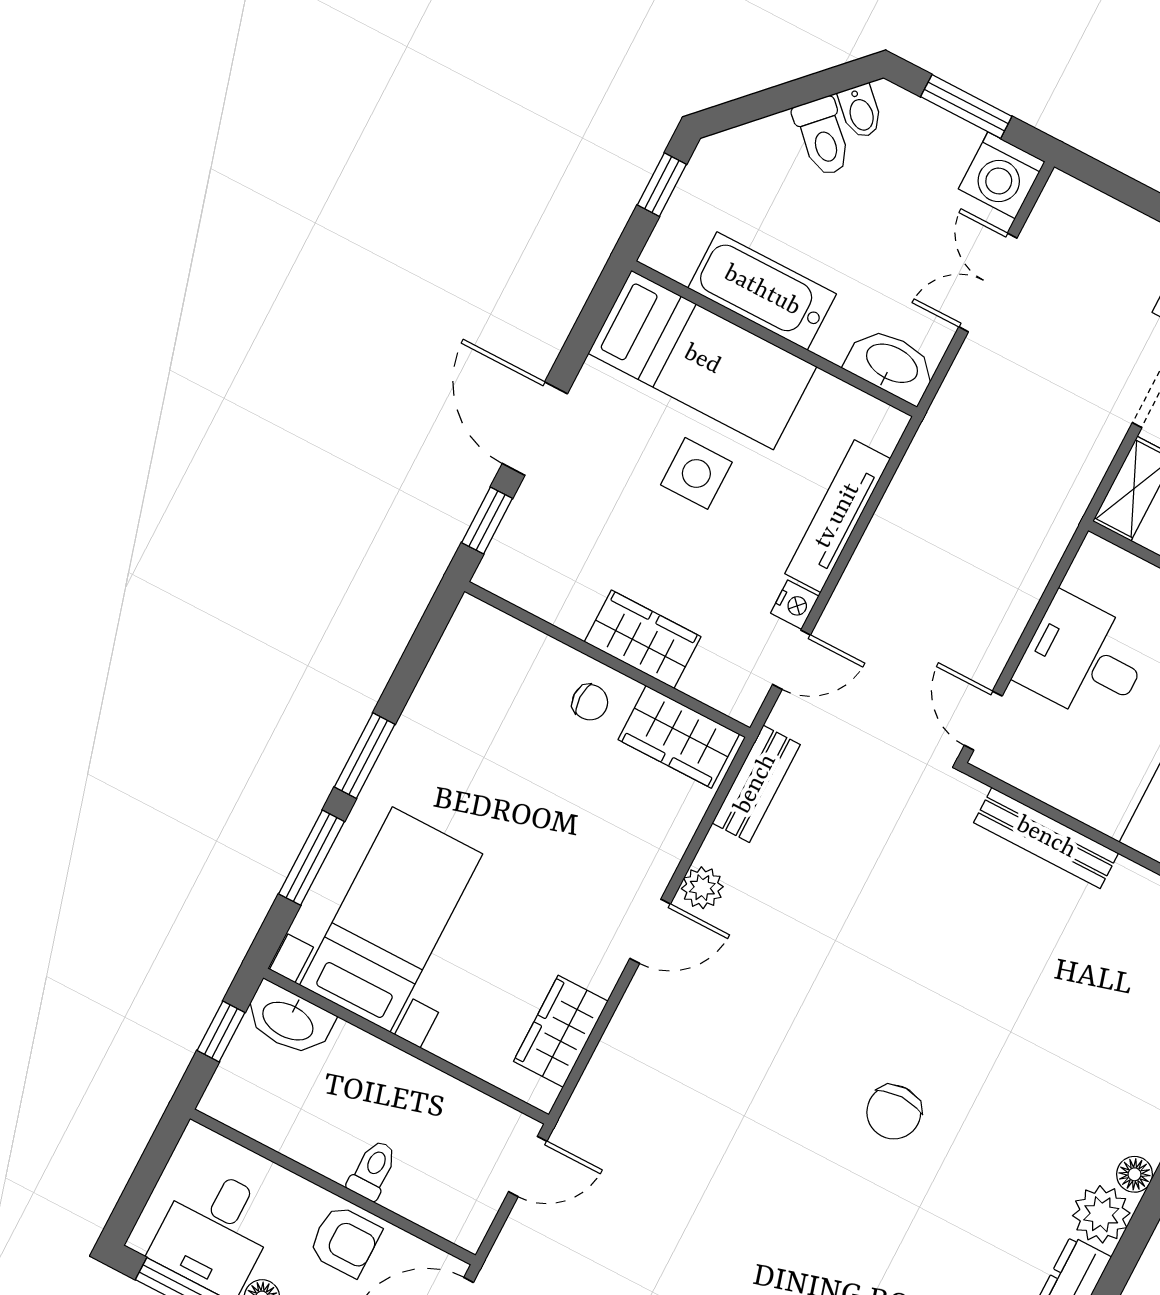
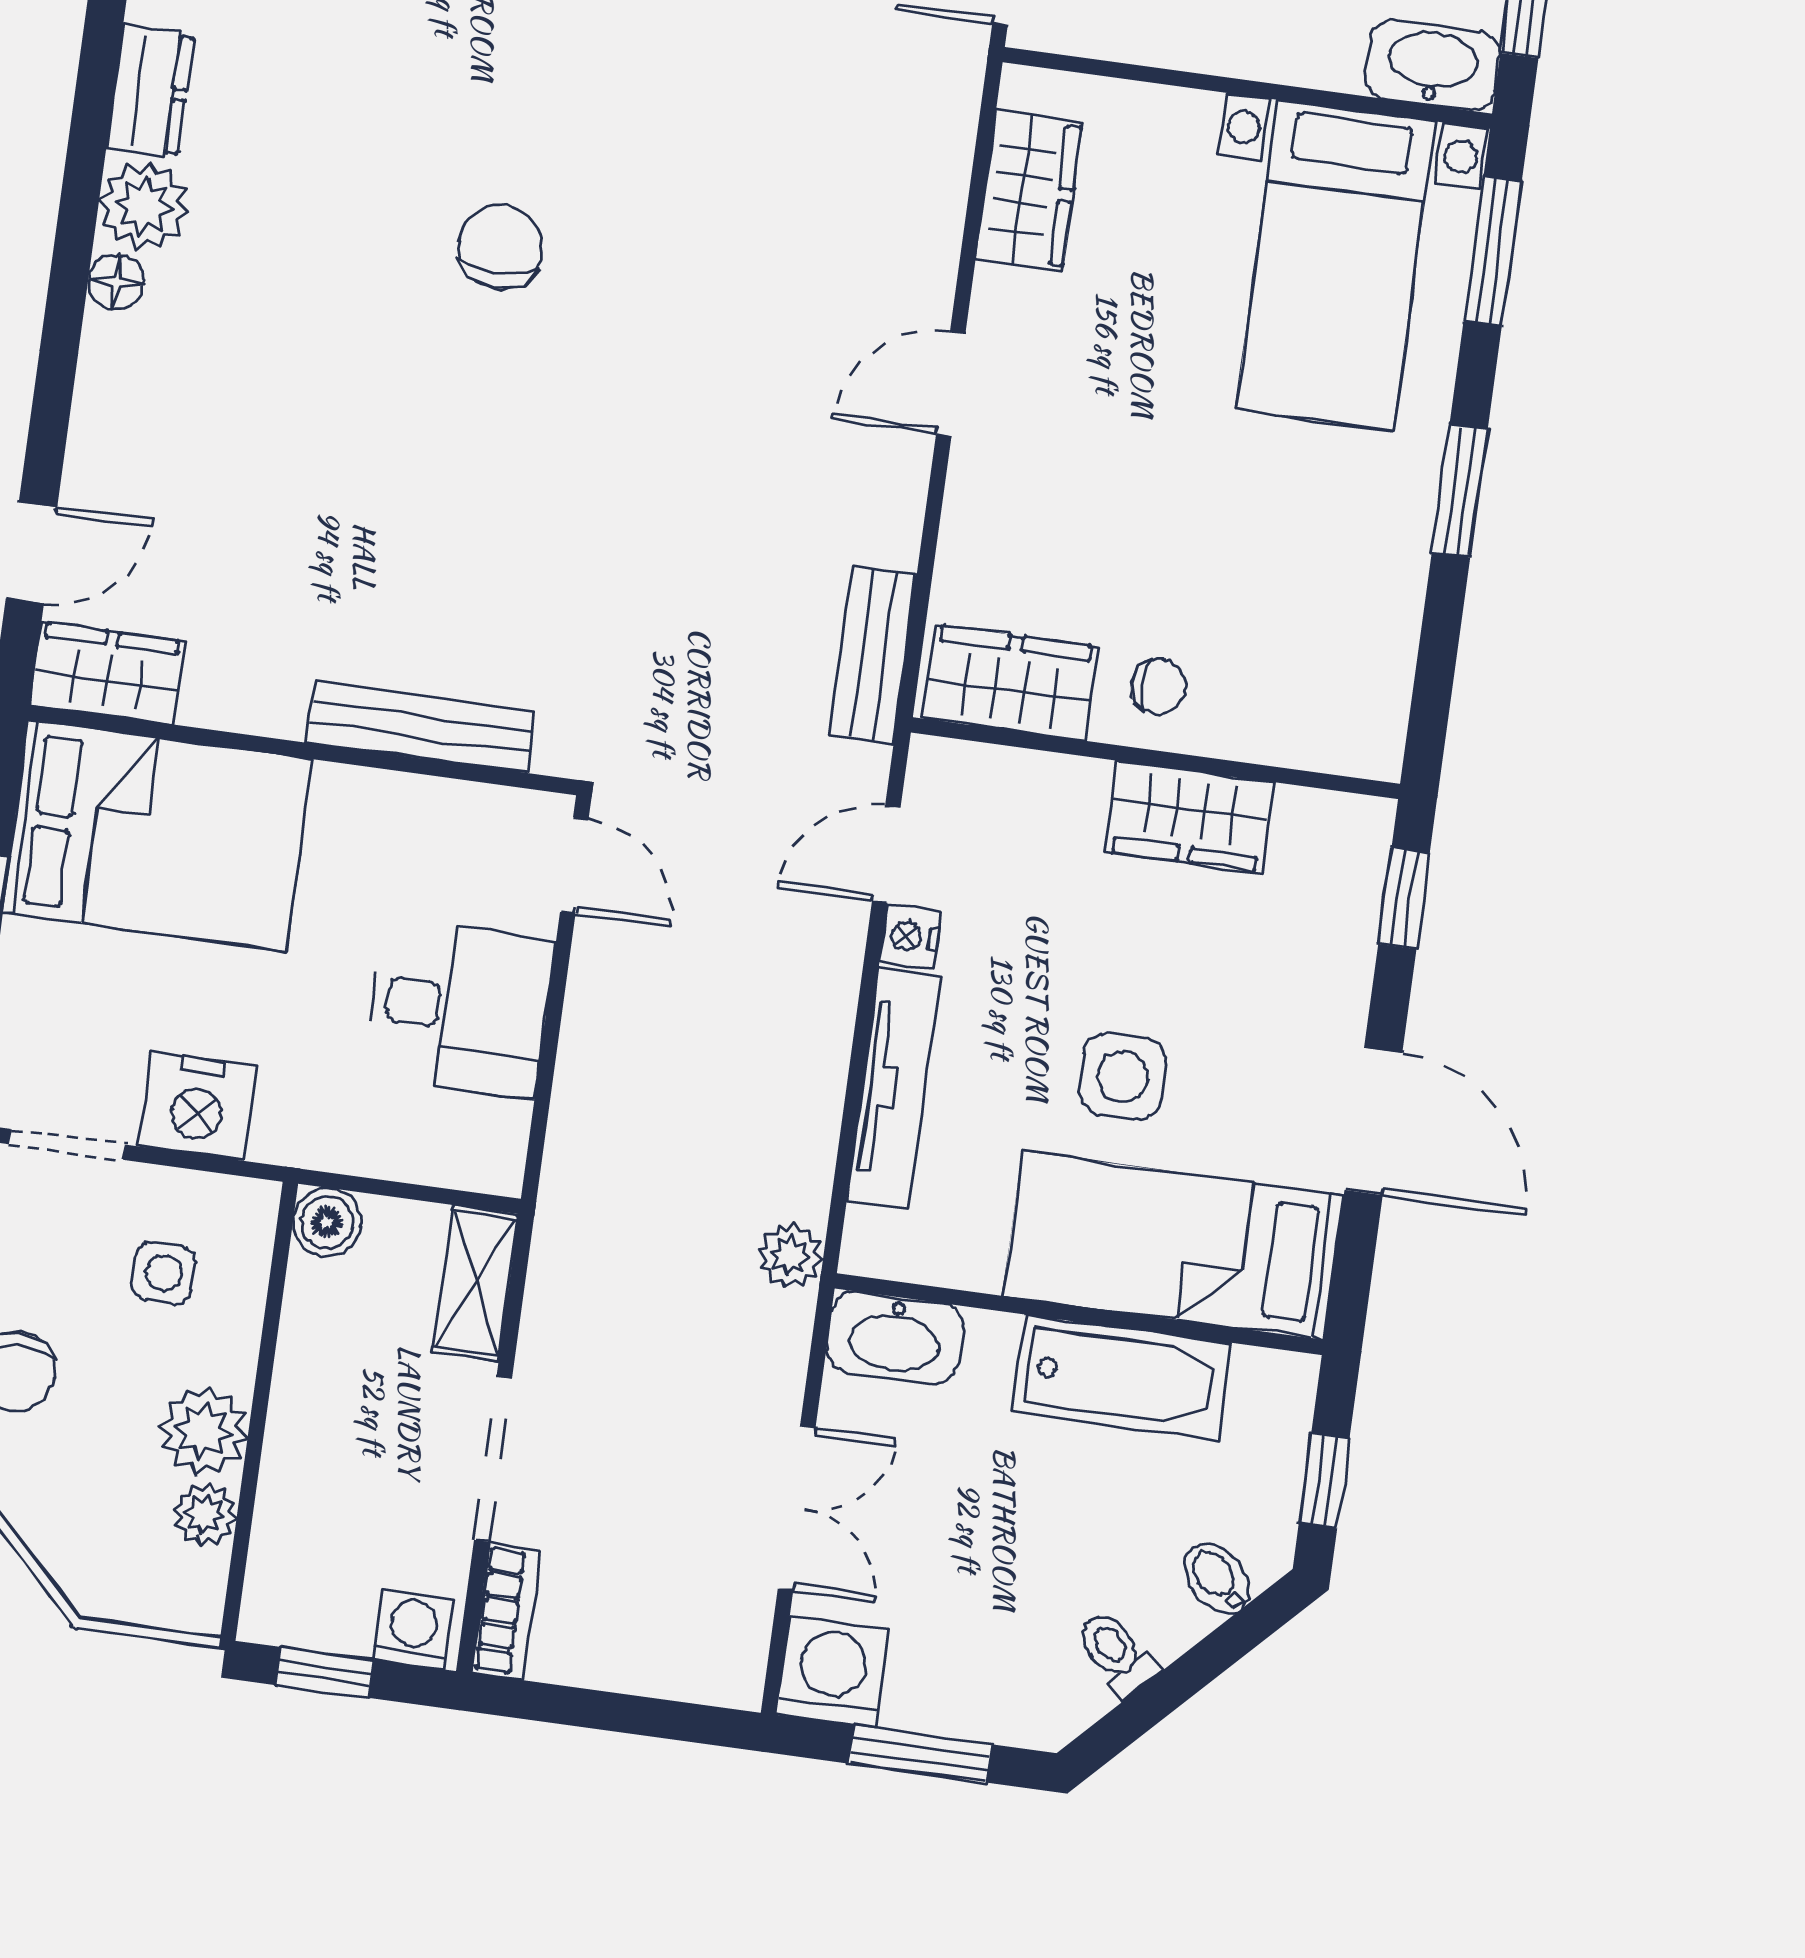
bidet: (860, 111) -> (1217, 1579), moved
toilet: (823, 137) -> (1117, 1653), width x0.73, depth x0.72
door: (535, 429) -> (1373, 1121), moved
wardrobe: (643, 639) -> (1190, 817), moved
chair: (590, 702) -> (1158, 687), turned 180
window: (311, 858) -> (1493, 251), moved
plant: (702, 888) -> (790, 1255), moved

